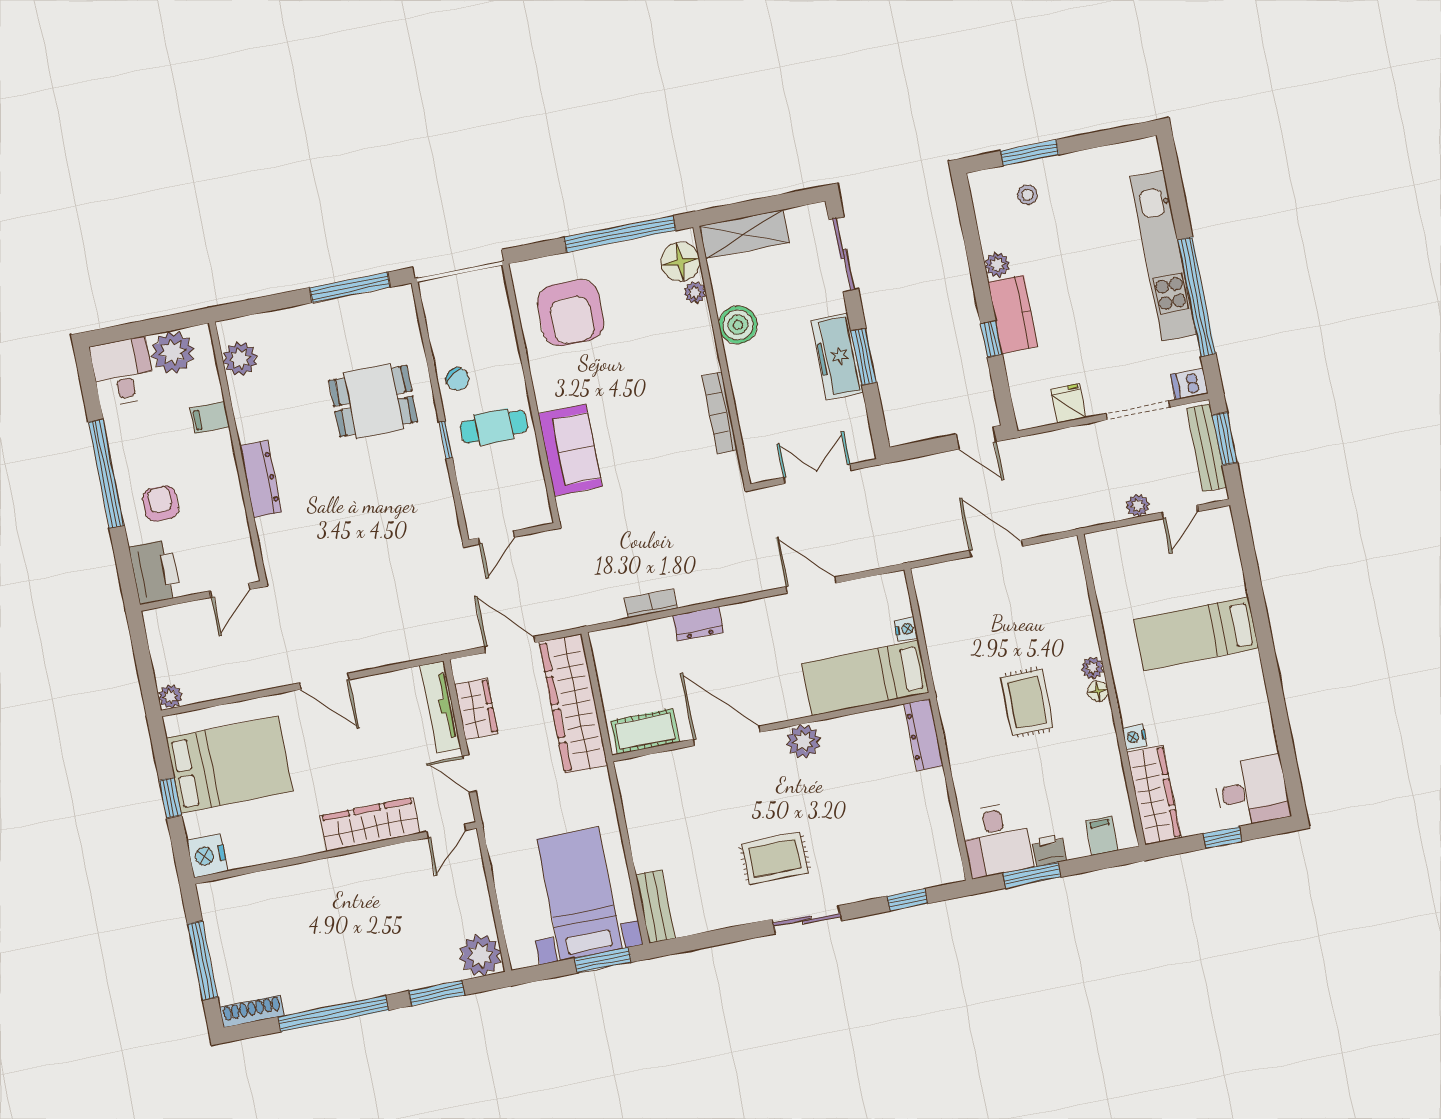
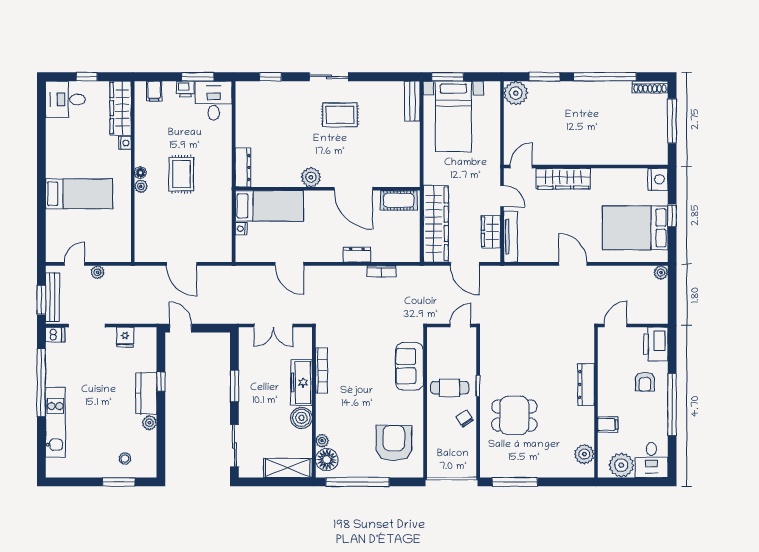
kitchen unit: (1163, 256) -> (55, 422), width x0.73
freezer: (837, 356) -> (302, 383), moved, turned 180

